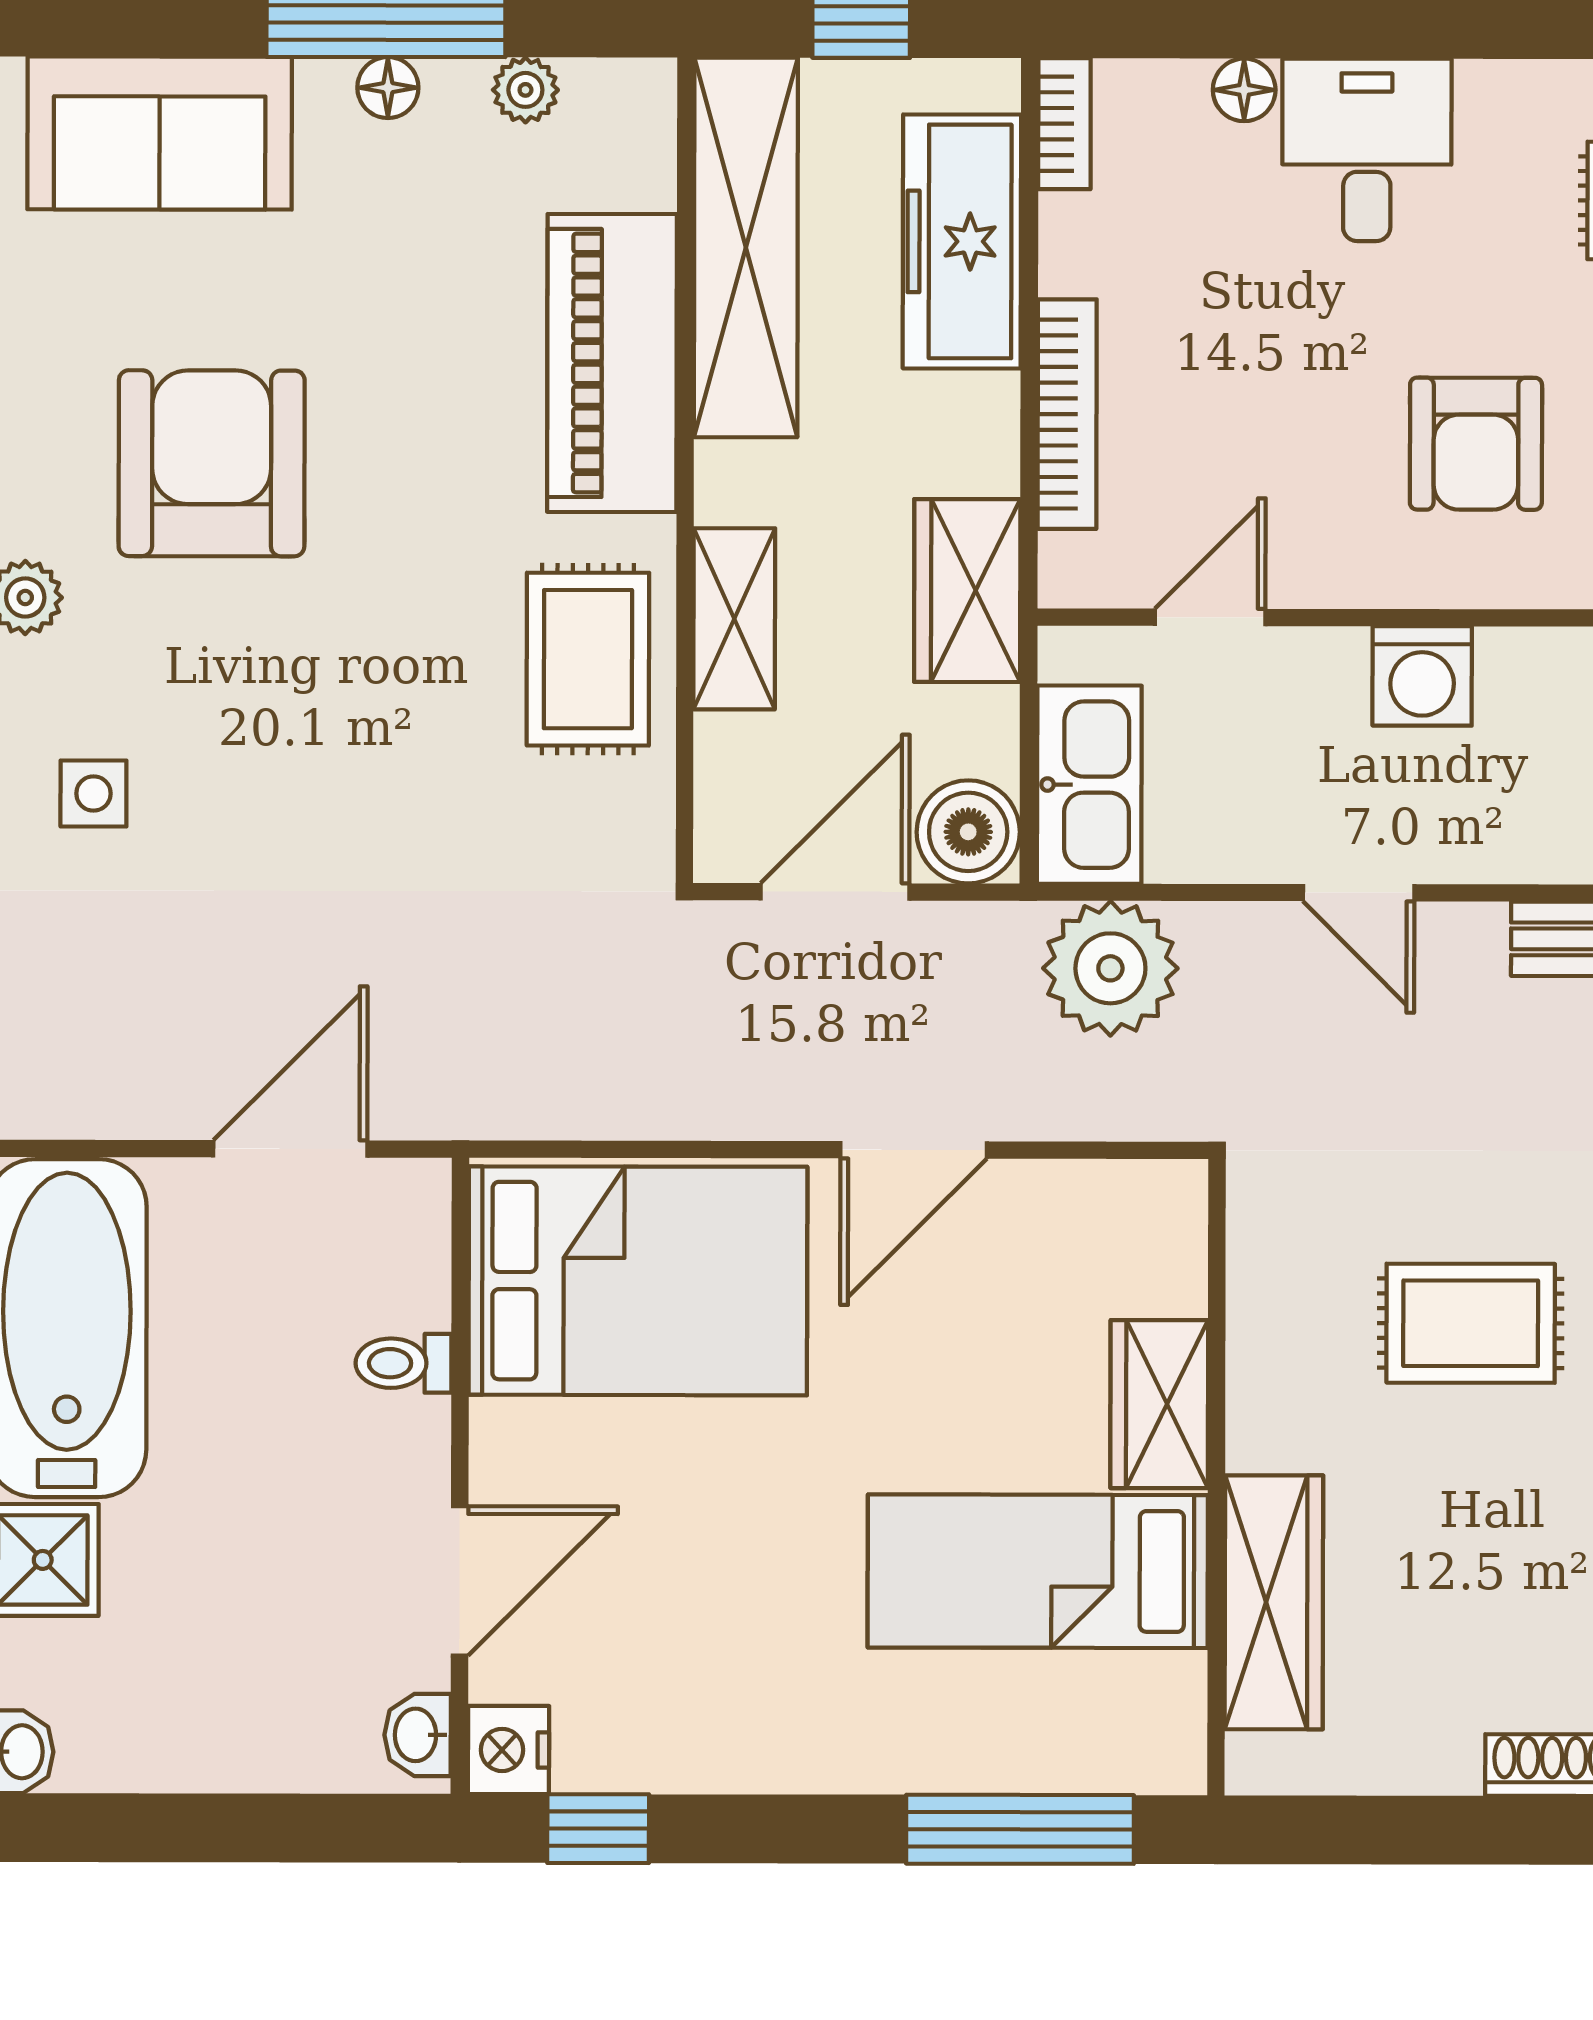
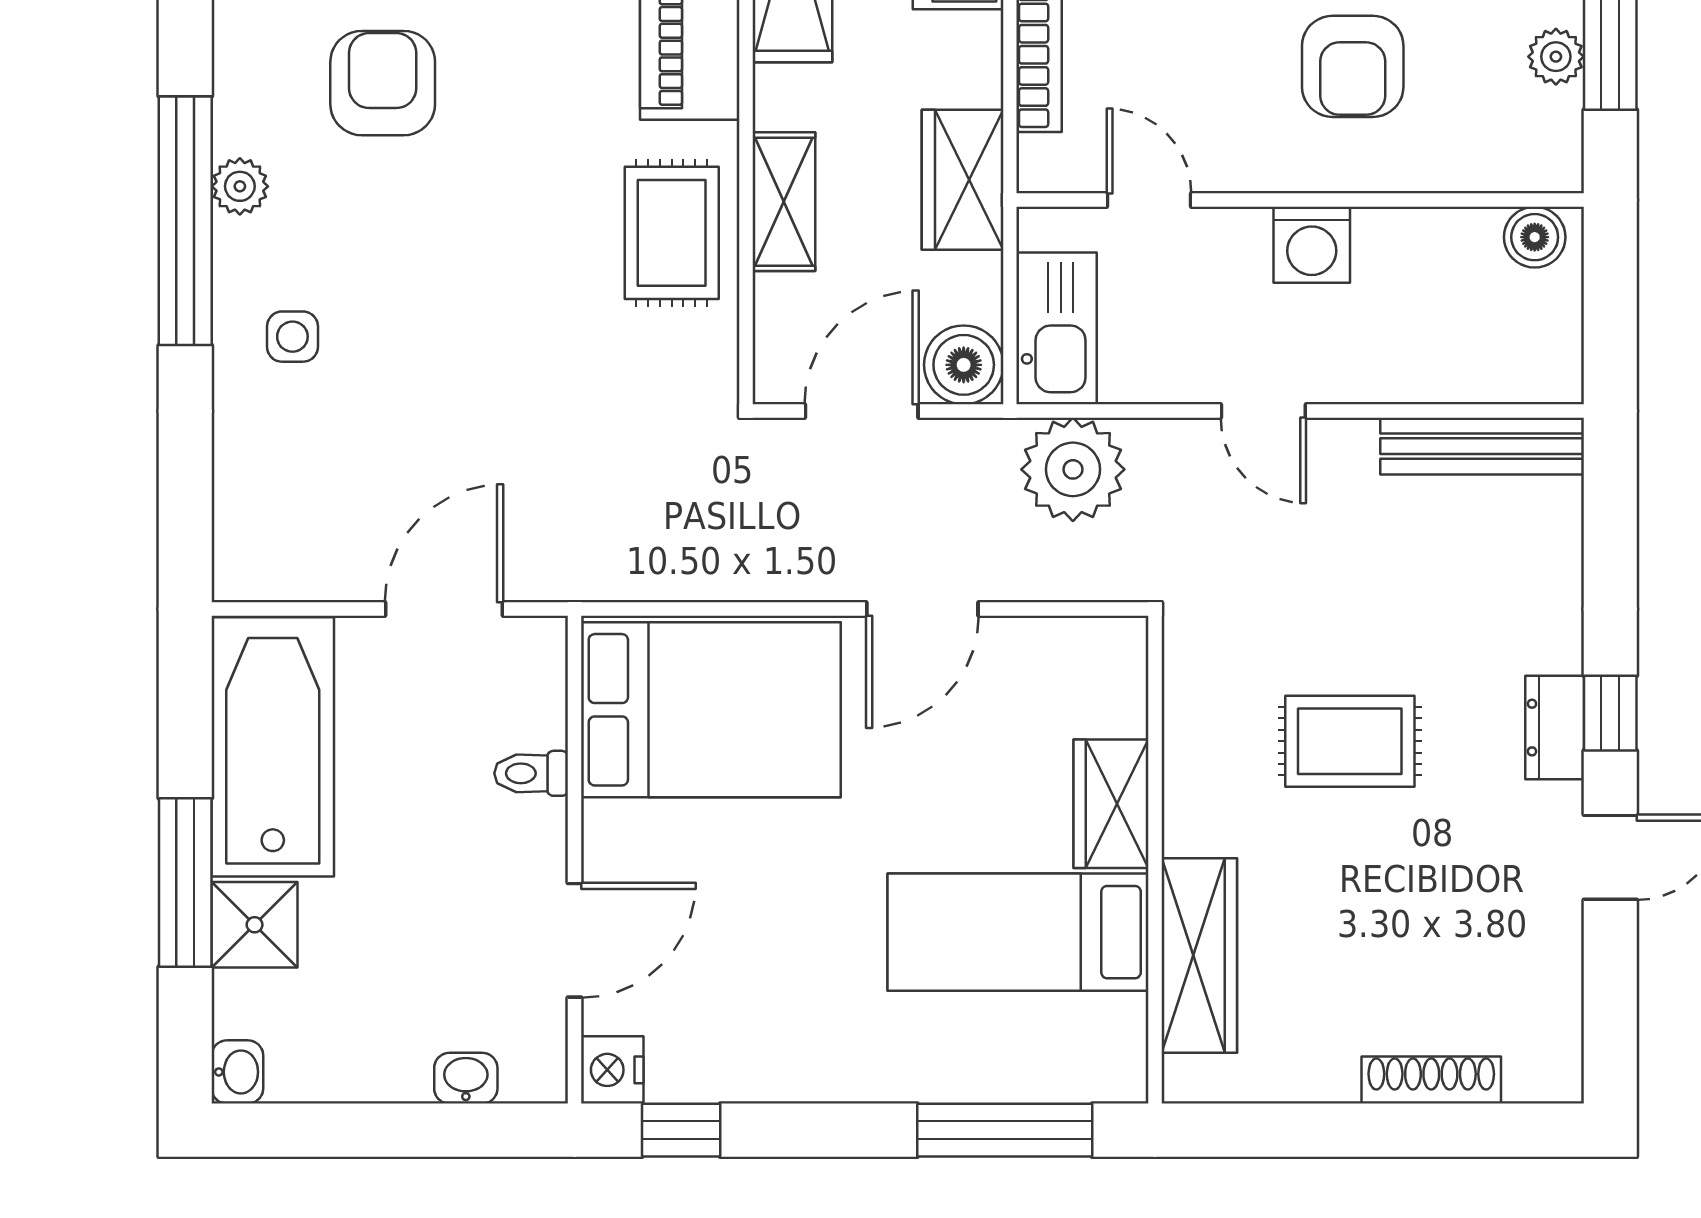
armchair: (212, 463) -> (383, 83), width x0.73, depth x0.73
door: (1210, 617) -> (1149, 200), hinge flipped
washbasin: (418, 1735) -> (466, 1078), moved, turned 90

